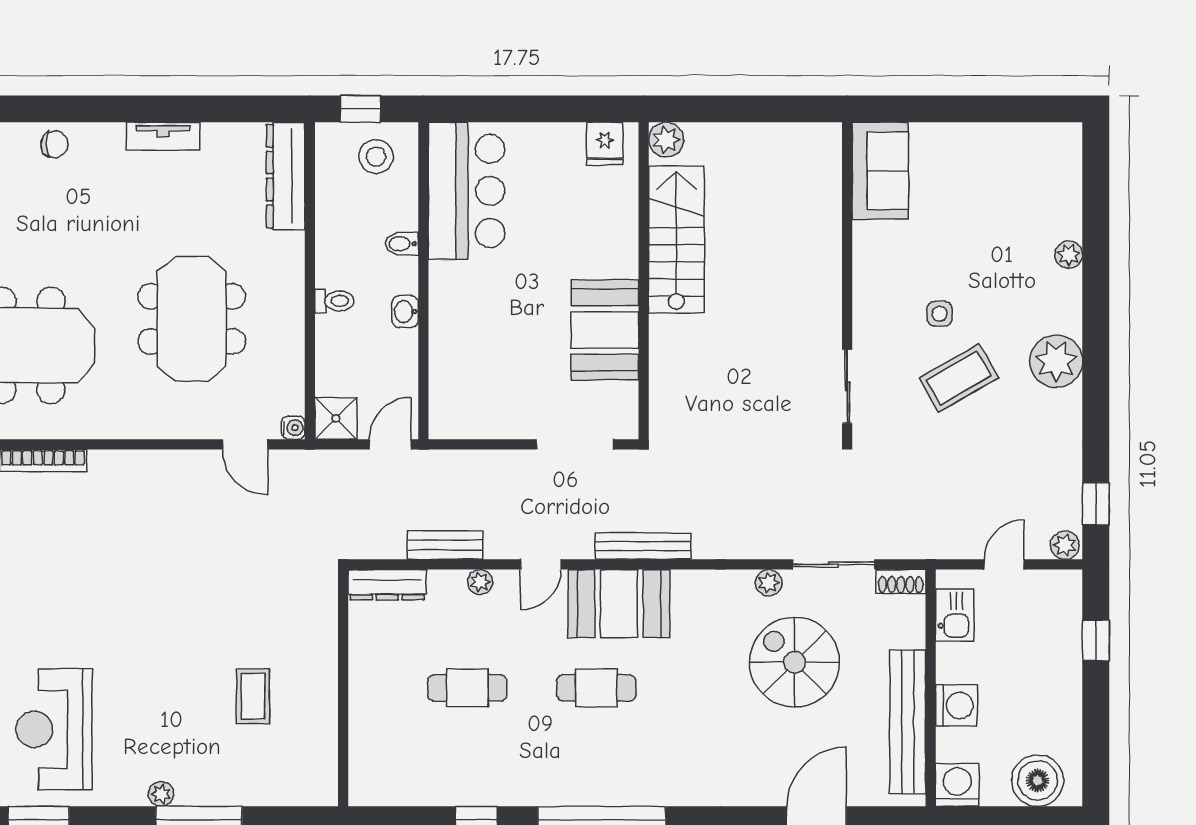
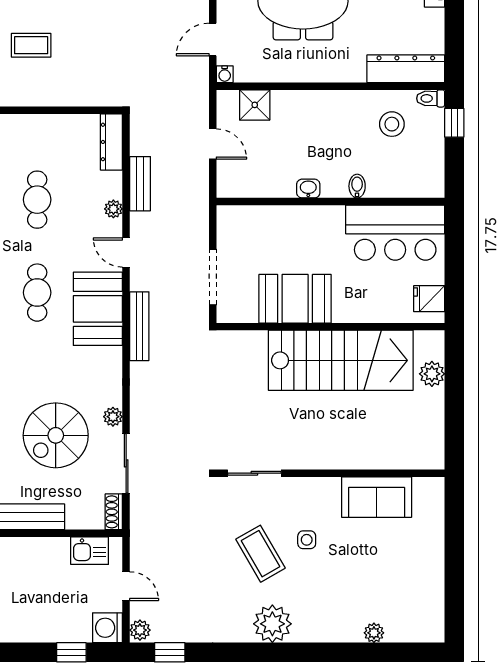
plant: (666, 140) -> (432, 374), moved
stool: (376, 157) -> (392, 124), moved
sofa: (880, 171) -> (377, 497), moved
bar counter: (466, 191) -> (395, 233), moved
stairs: (676, 240) -> (341, 360), width x1.36, depth x1.51
bidet: (402, 244) -> (357, 186), moved
plant: (1069, 255) -> (374, 633), moved
wall: (423, 281) -> (330, 202), moved
toilet: (334, 301) -> (431, 98), moved, turned 90
washbasin: (405, 312) -> (308, 189), moved
shower: (336, 418) -> (255, 105), moved
spiral stairs: (795, 662) -> (56, 435), turned 180
washing machine: (956, 705) -> (108, 628), moved, turned 90

